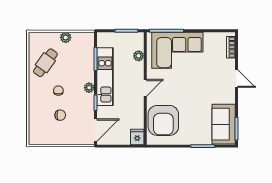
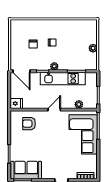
cafe table: (45, 63) -> (73, 33), removed
door: (145, 88) -> (54, 110), swing flipped
armchair: (163, 120) -> (29, 124), width x0.53, depth x0.53

